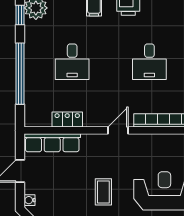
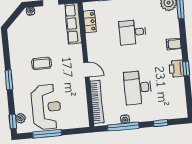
desk: (149, 62) -> (138, 88), width x1.37
locker: (67, 119) -> (90, 21), moved

